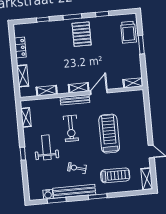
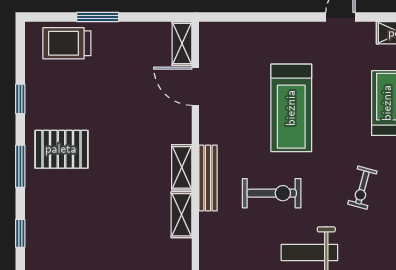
trolley: (128, 32) -> (67, 43), turned 180
shelving: (47, 91) -> (182, 215), moved
door: (99, 92) -> (195, 86), moved
treadmill: (109, 134) -> (291, 108), turned -90

